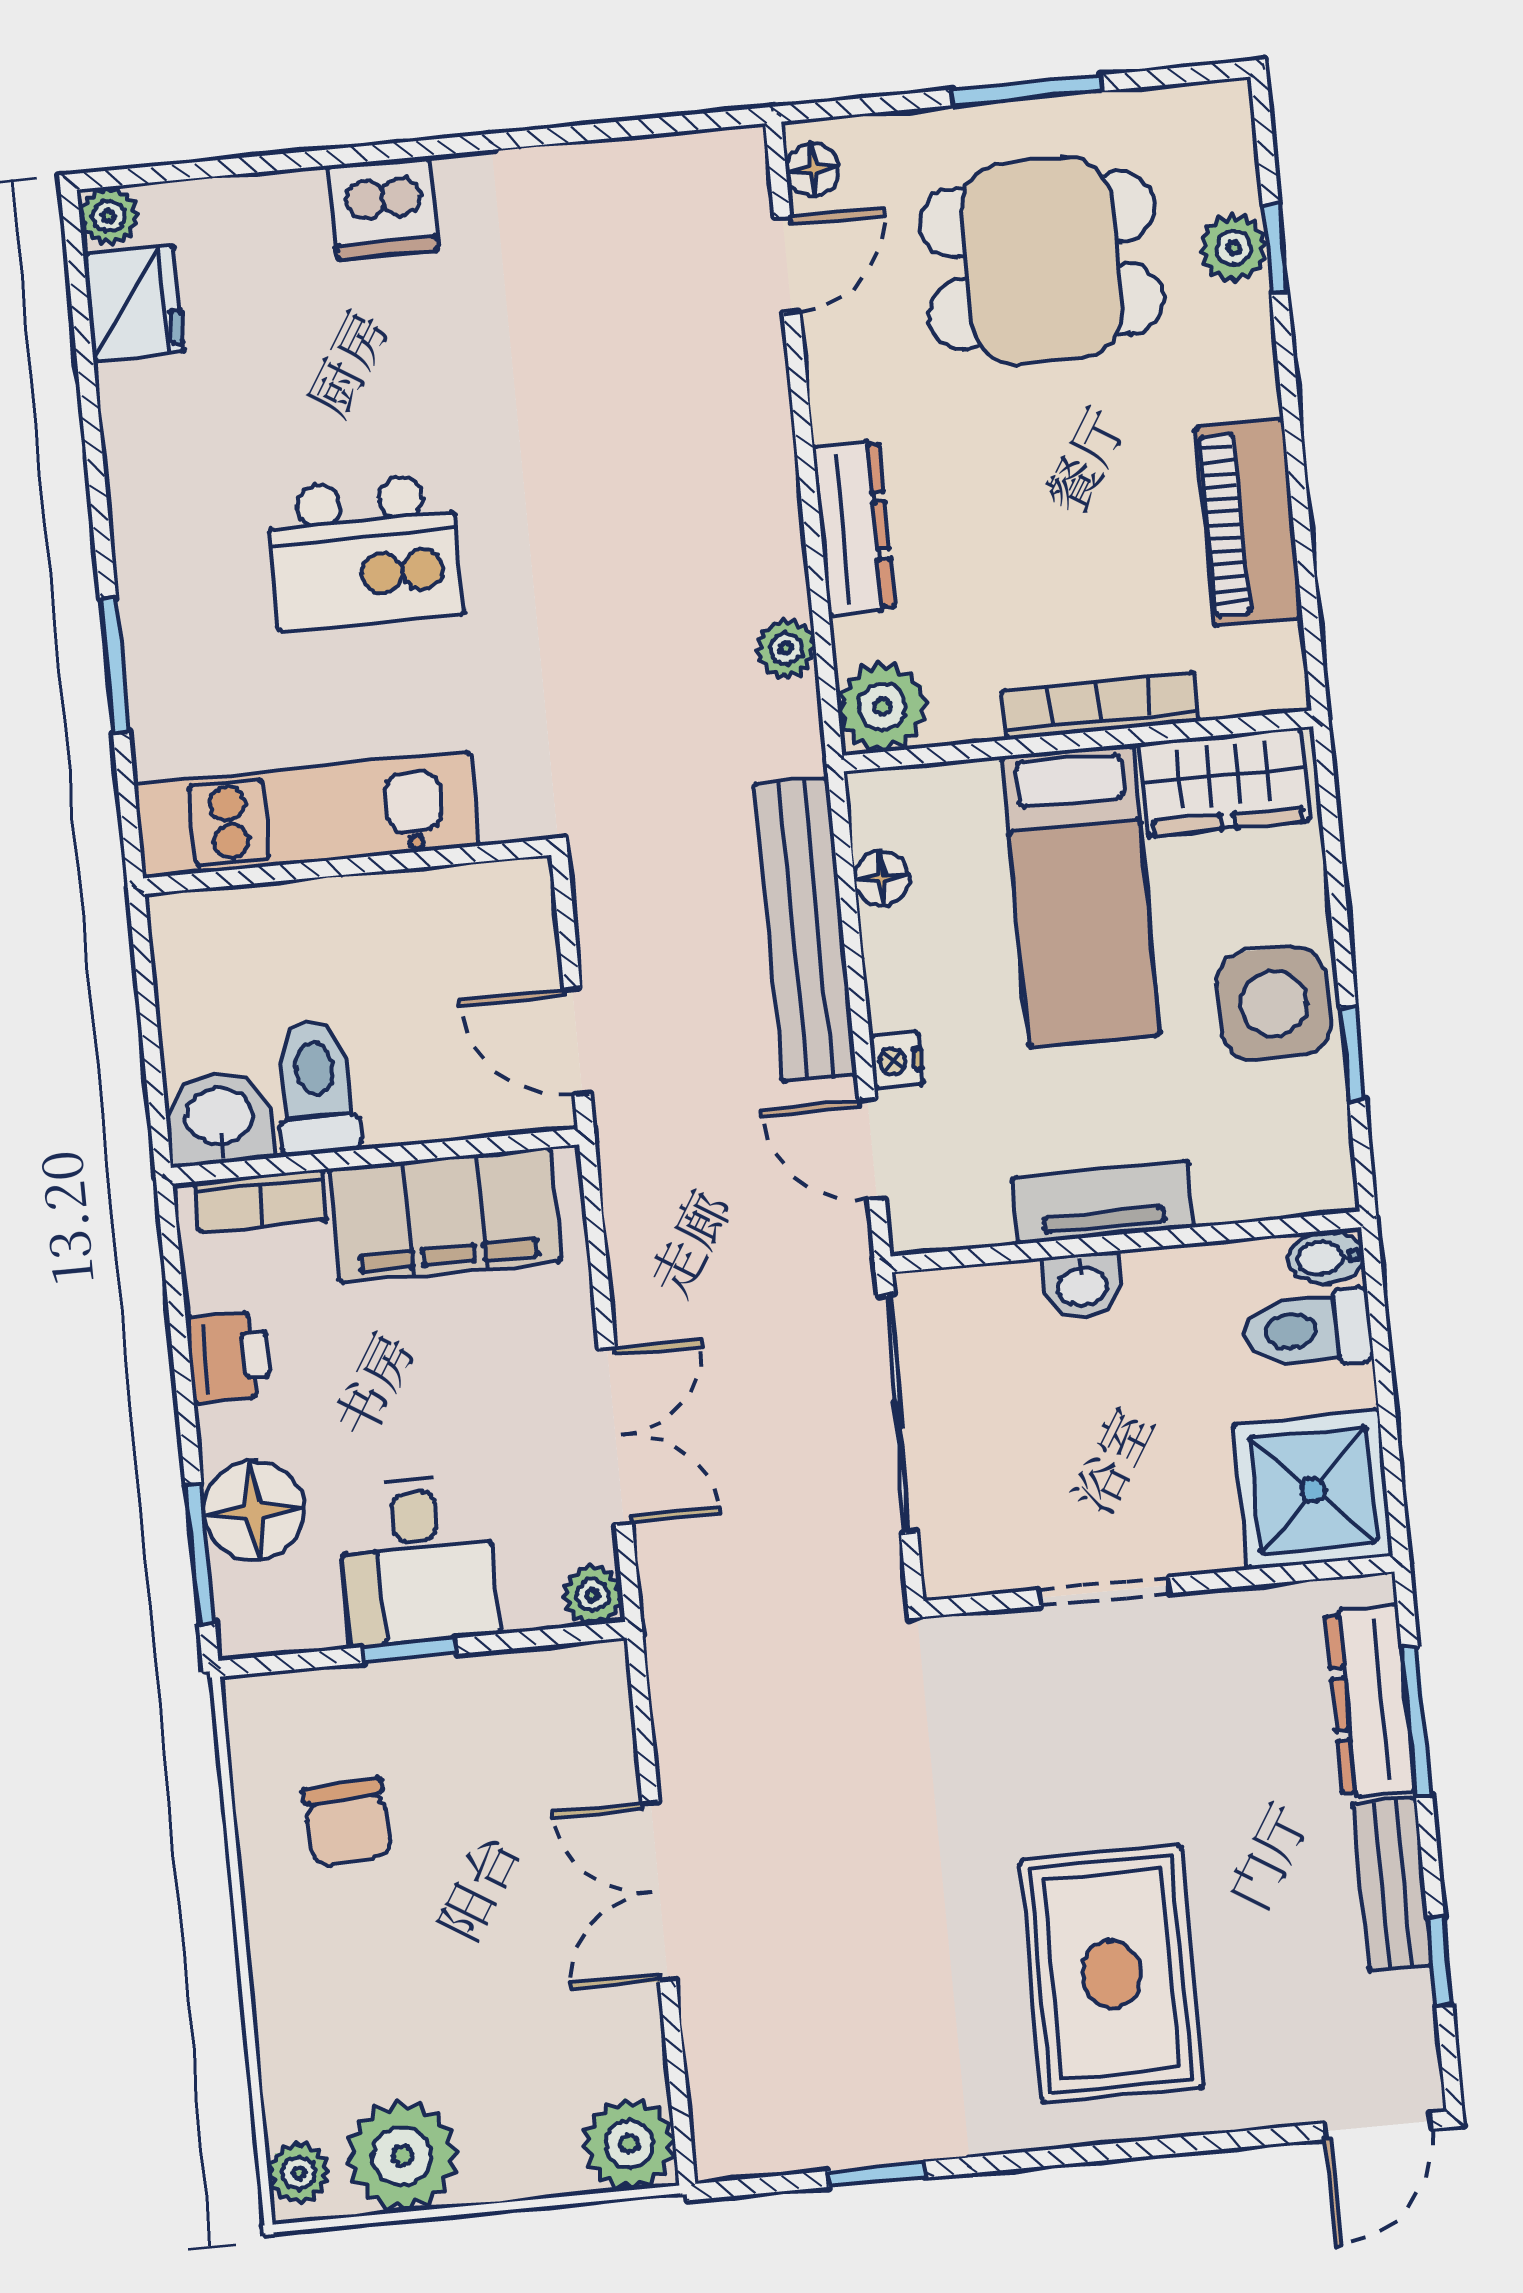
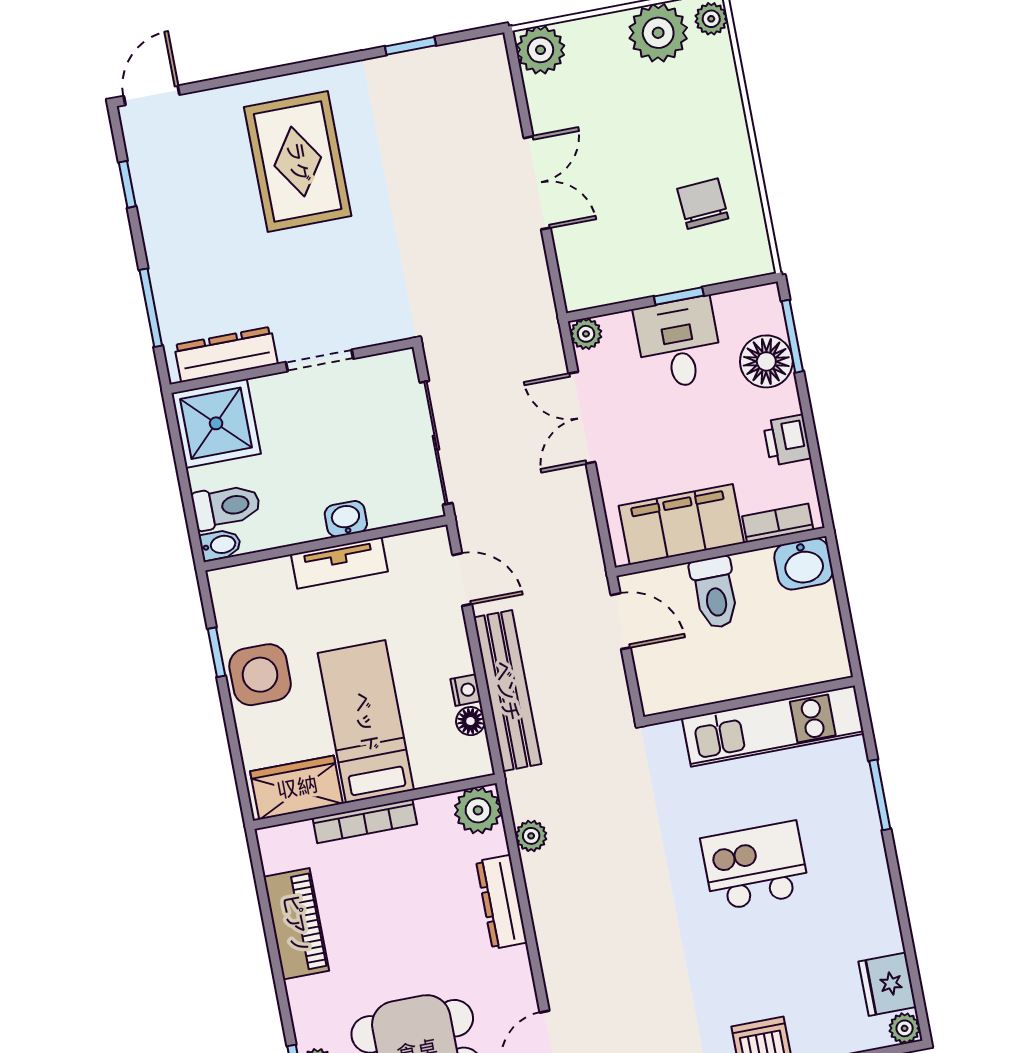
nightstand: (896, 1061) -> (466, 690), moved
toilet: (316, 1087) -> (715, 592), moved
dresser: (1370, 1701) -> (226, 355), moved, turned -90
bench: (1392, 1884) -> (156, 222), removed

